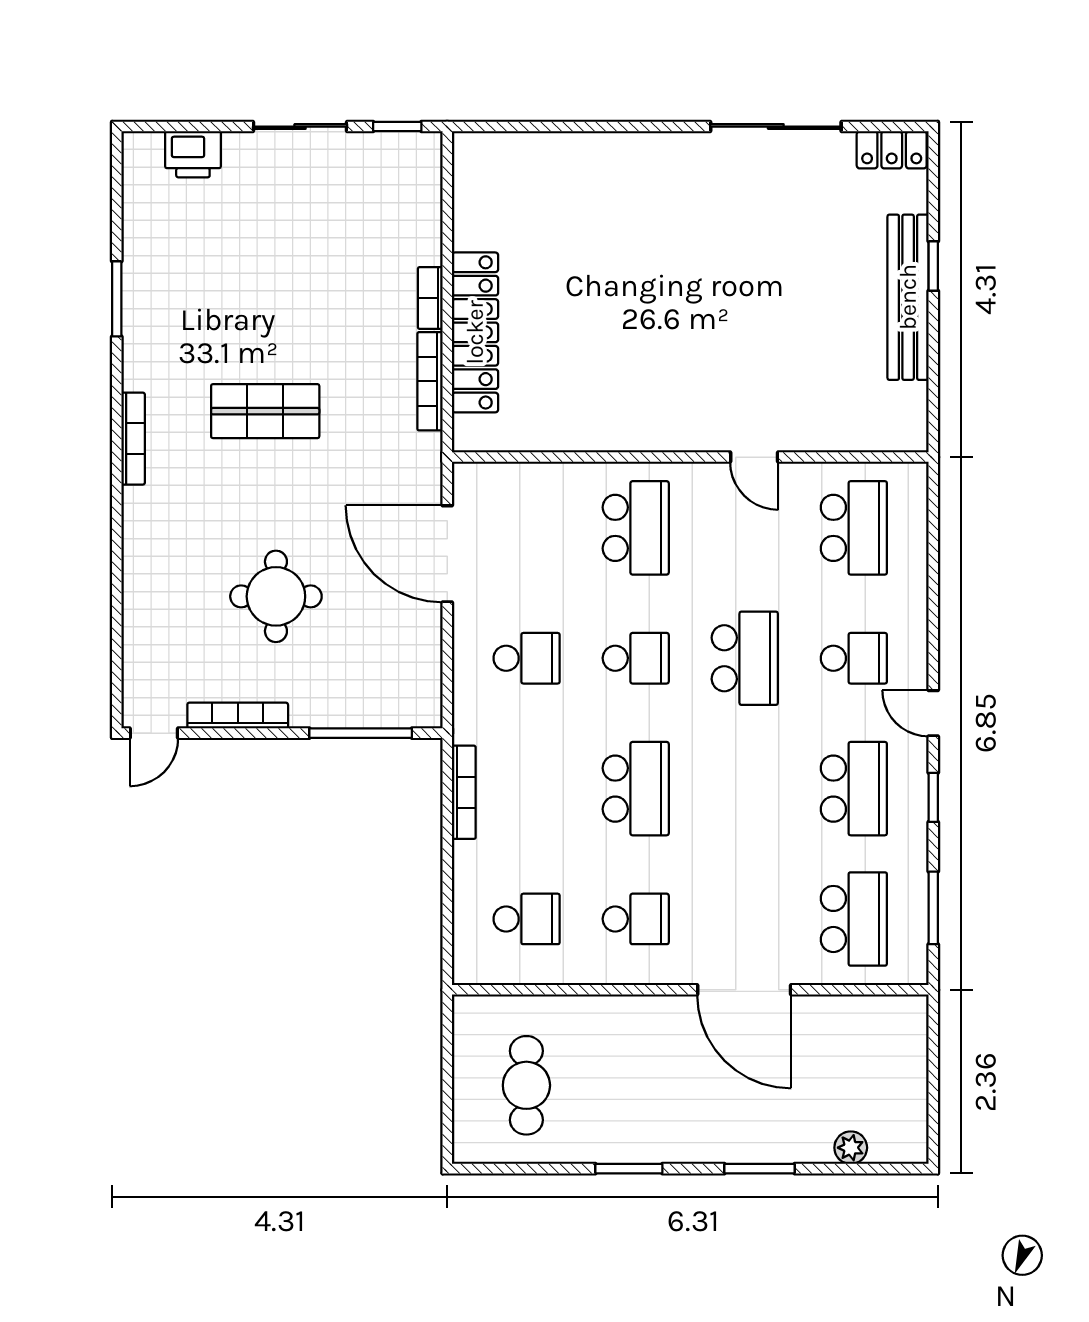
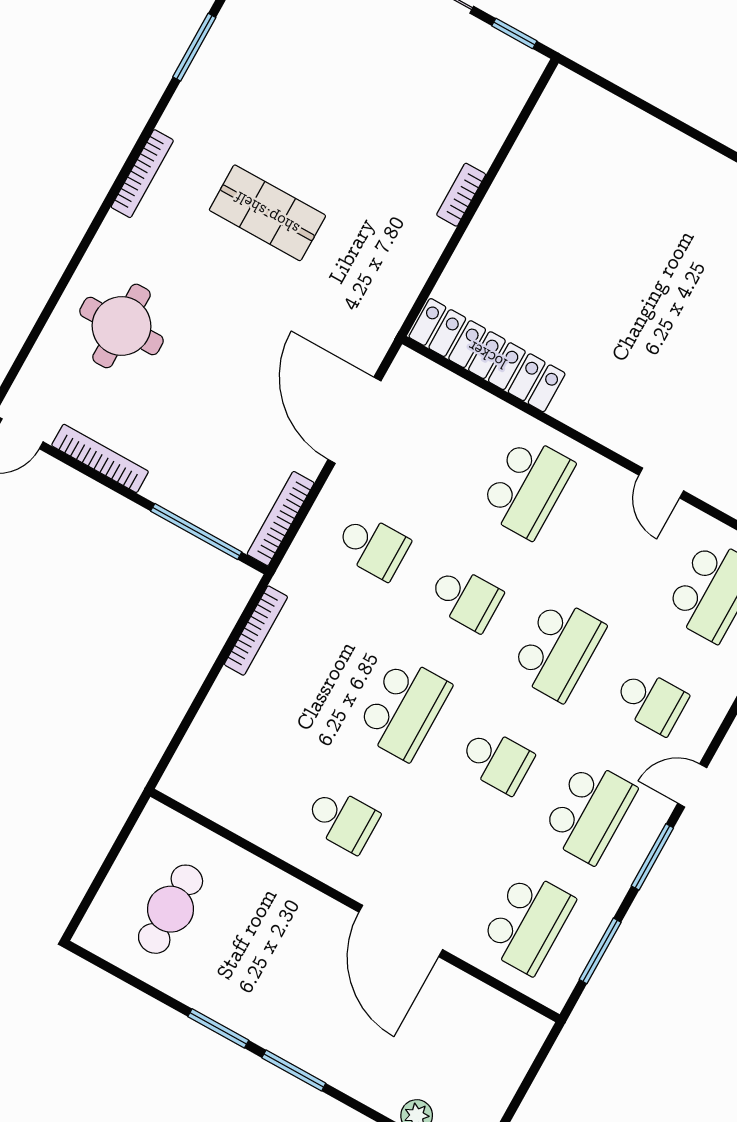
locker: (475, 332) -> (487, 355), moved, turned -90
bookcase: (430, 381) -> (281, 518), moved
round table: (276, 596) -> (121, 326), moved
door: (933, 713) -> (692, 785), hinge flipped
window: (933, 797) -> (652, 857), width x1.50
school desk: (527, 919) -> (496, 760), moved
window: (759, 1169) -> (294, 1071), moved

